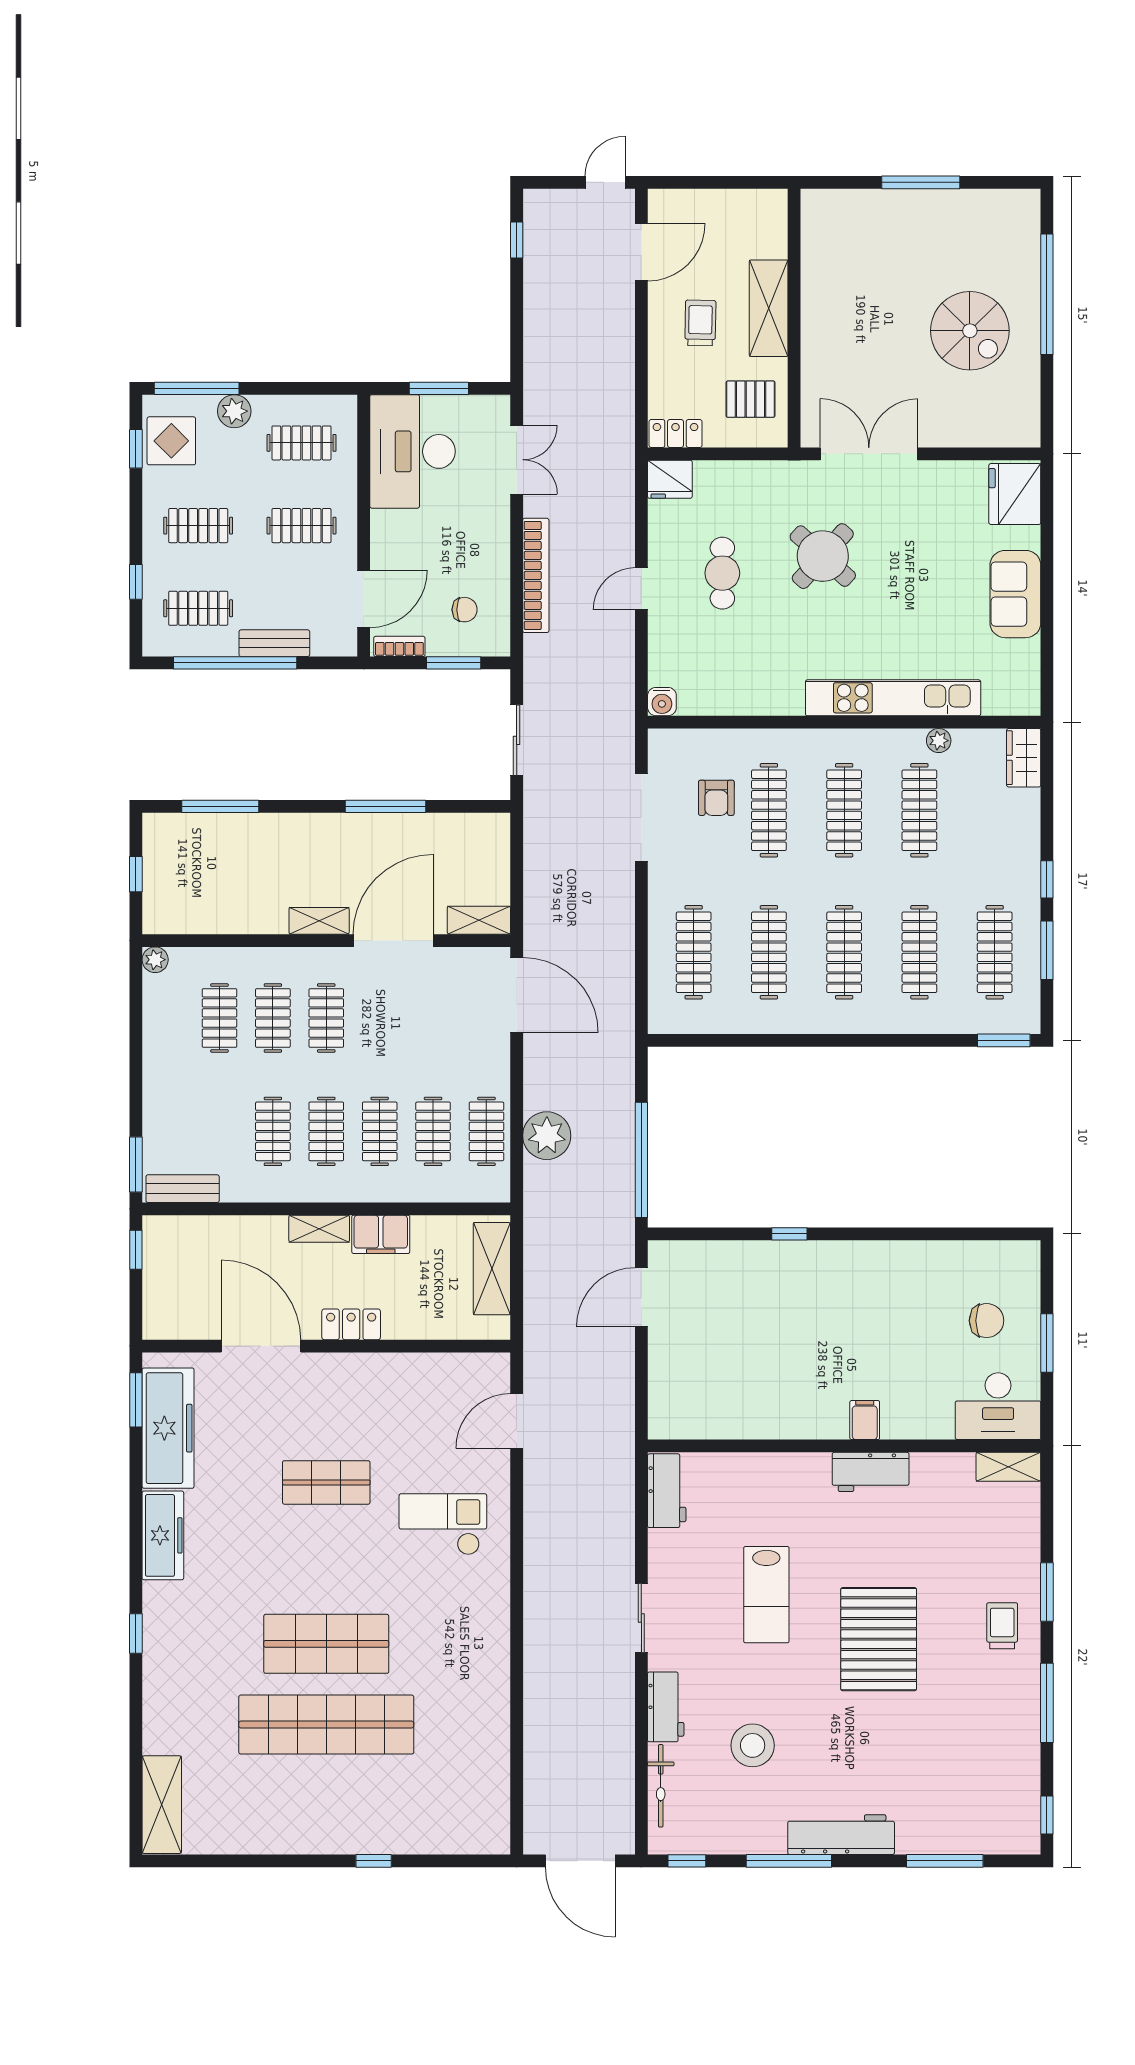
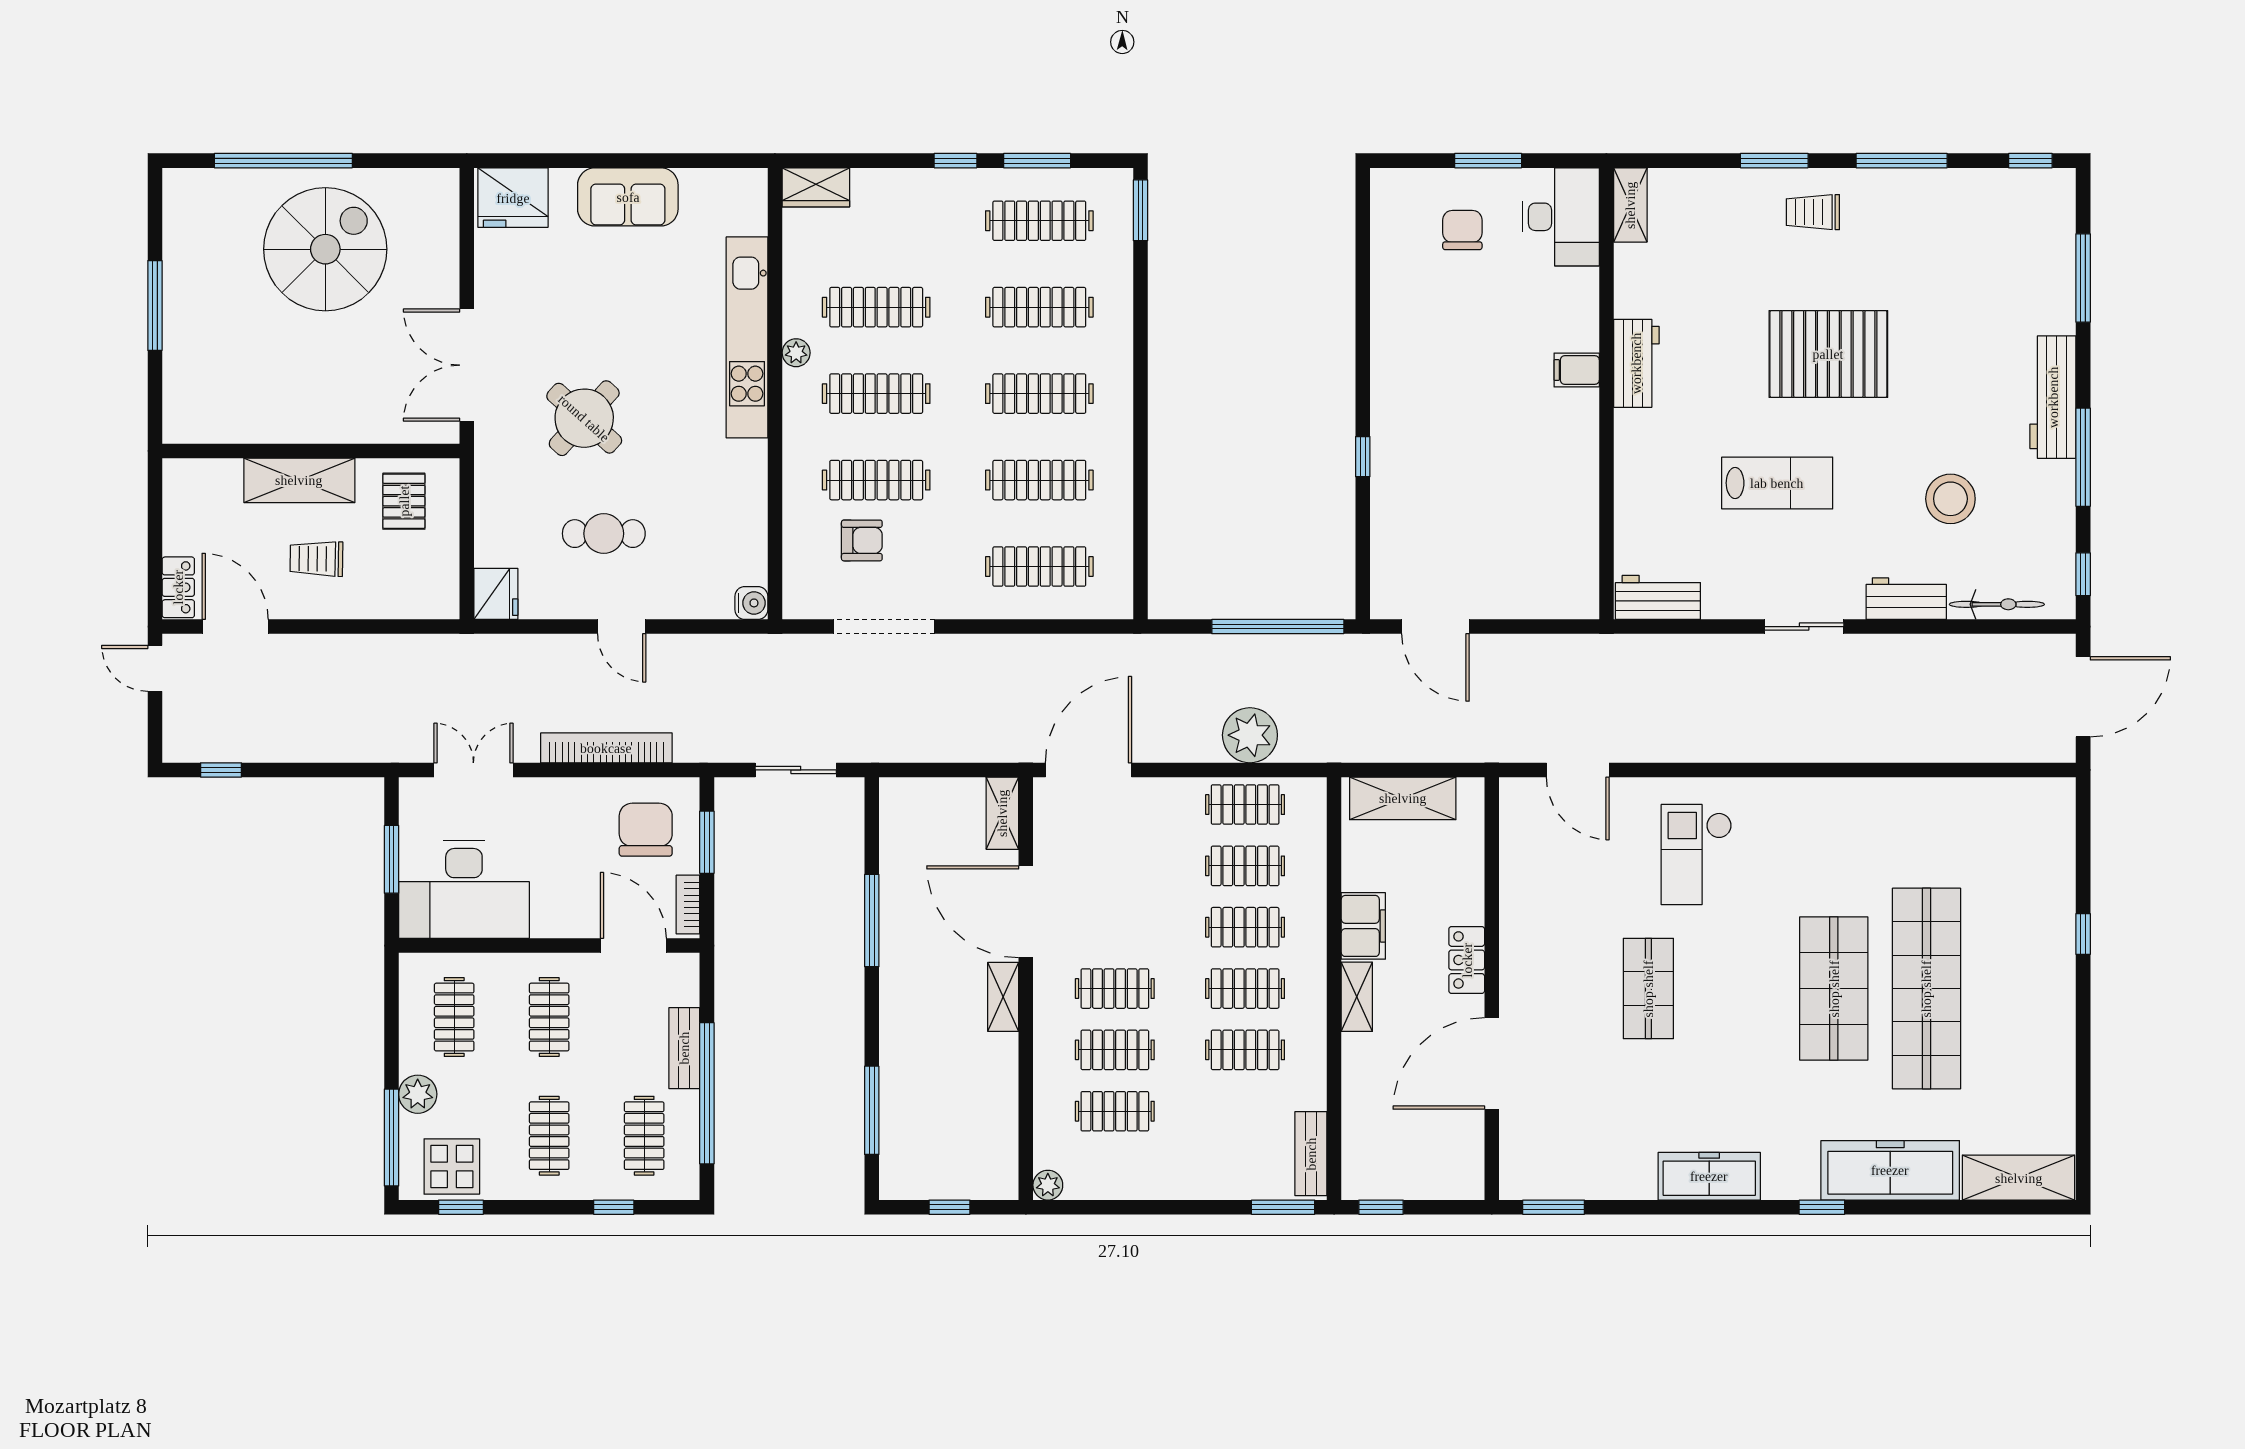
spiral stairs: (970, 331) -> (325, 249), width x1.37, depth x1.37
locker: (676, 433) -> (178, 587), moved, turned 180
chair: (465, 610) -> (646, 830), width x1.87, depth x1.87
plant: (939, 741) -> (796, 353), moved
freezer: (168, 1428) -> (1890, 1170), moved

